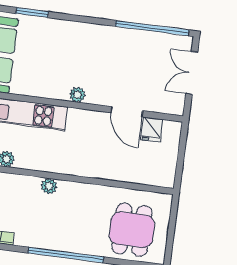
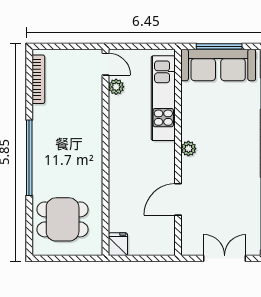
fridge: (152, 129) -> (118, 244), moved, turned 90
plant: (49, 186) -> (95, 132), removed

